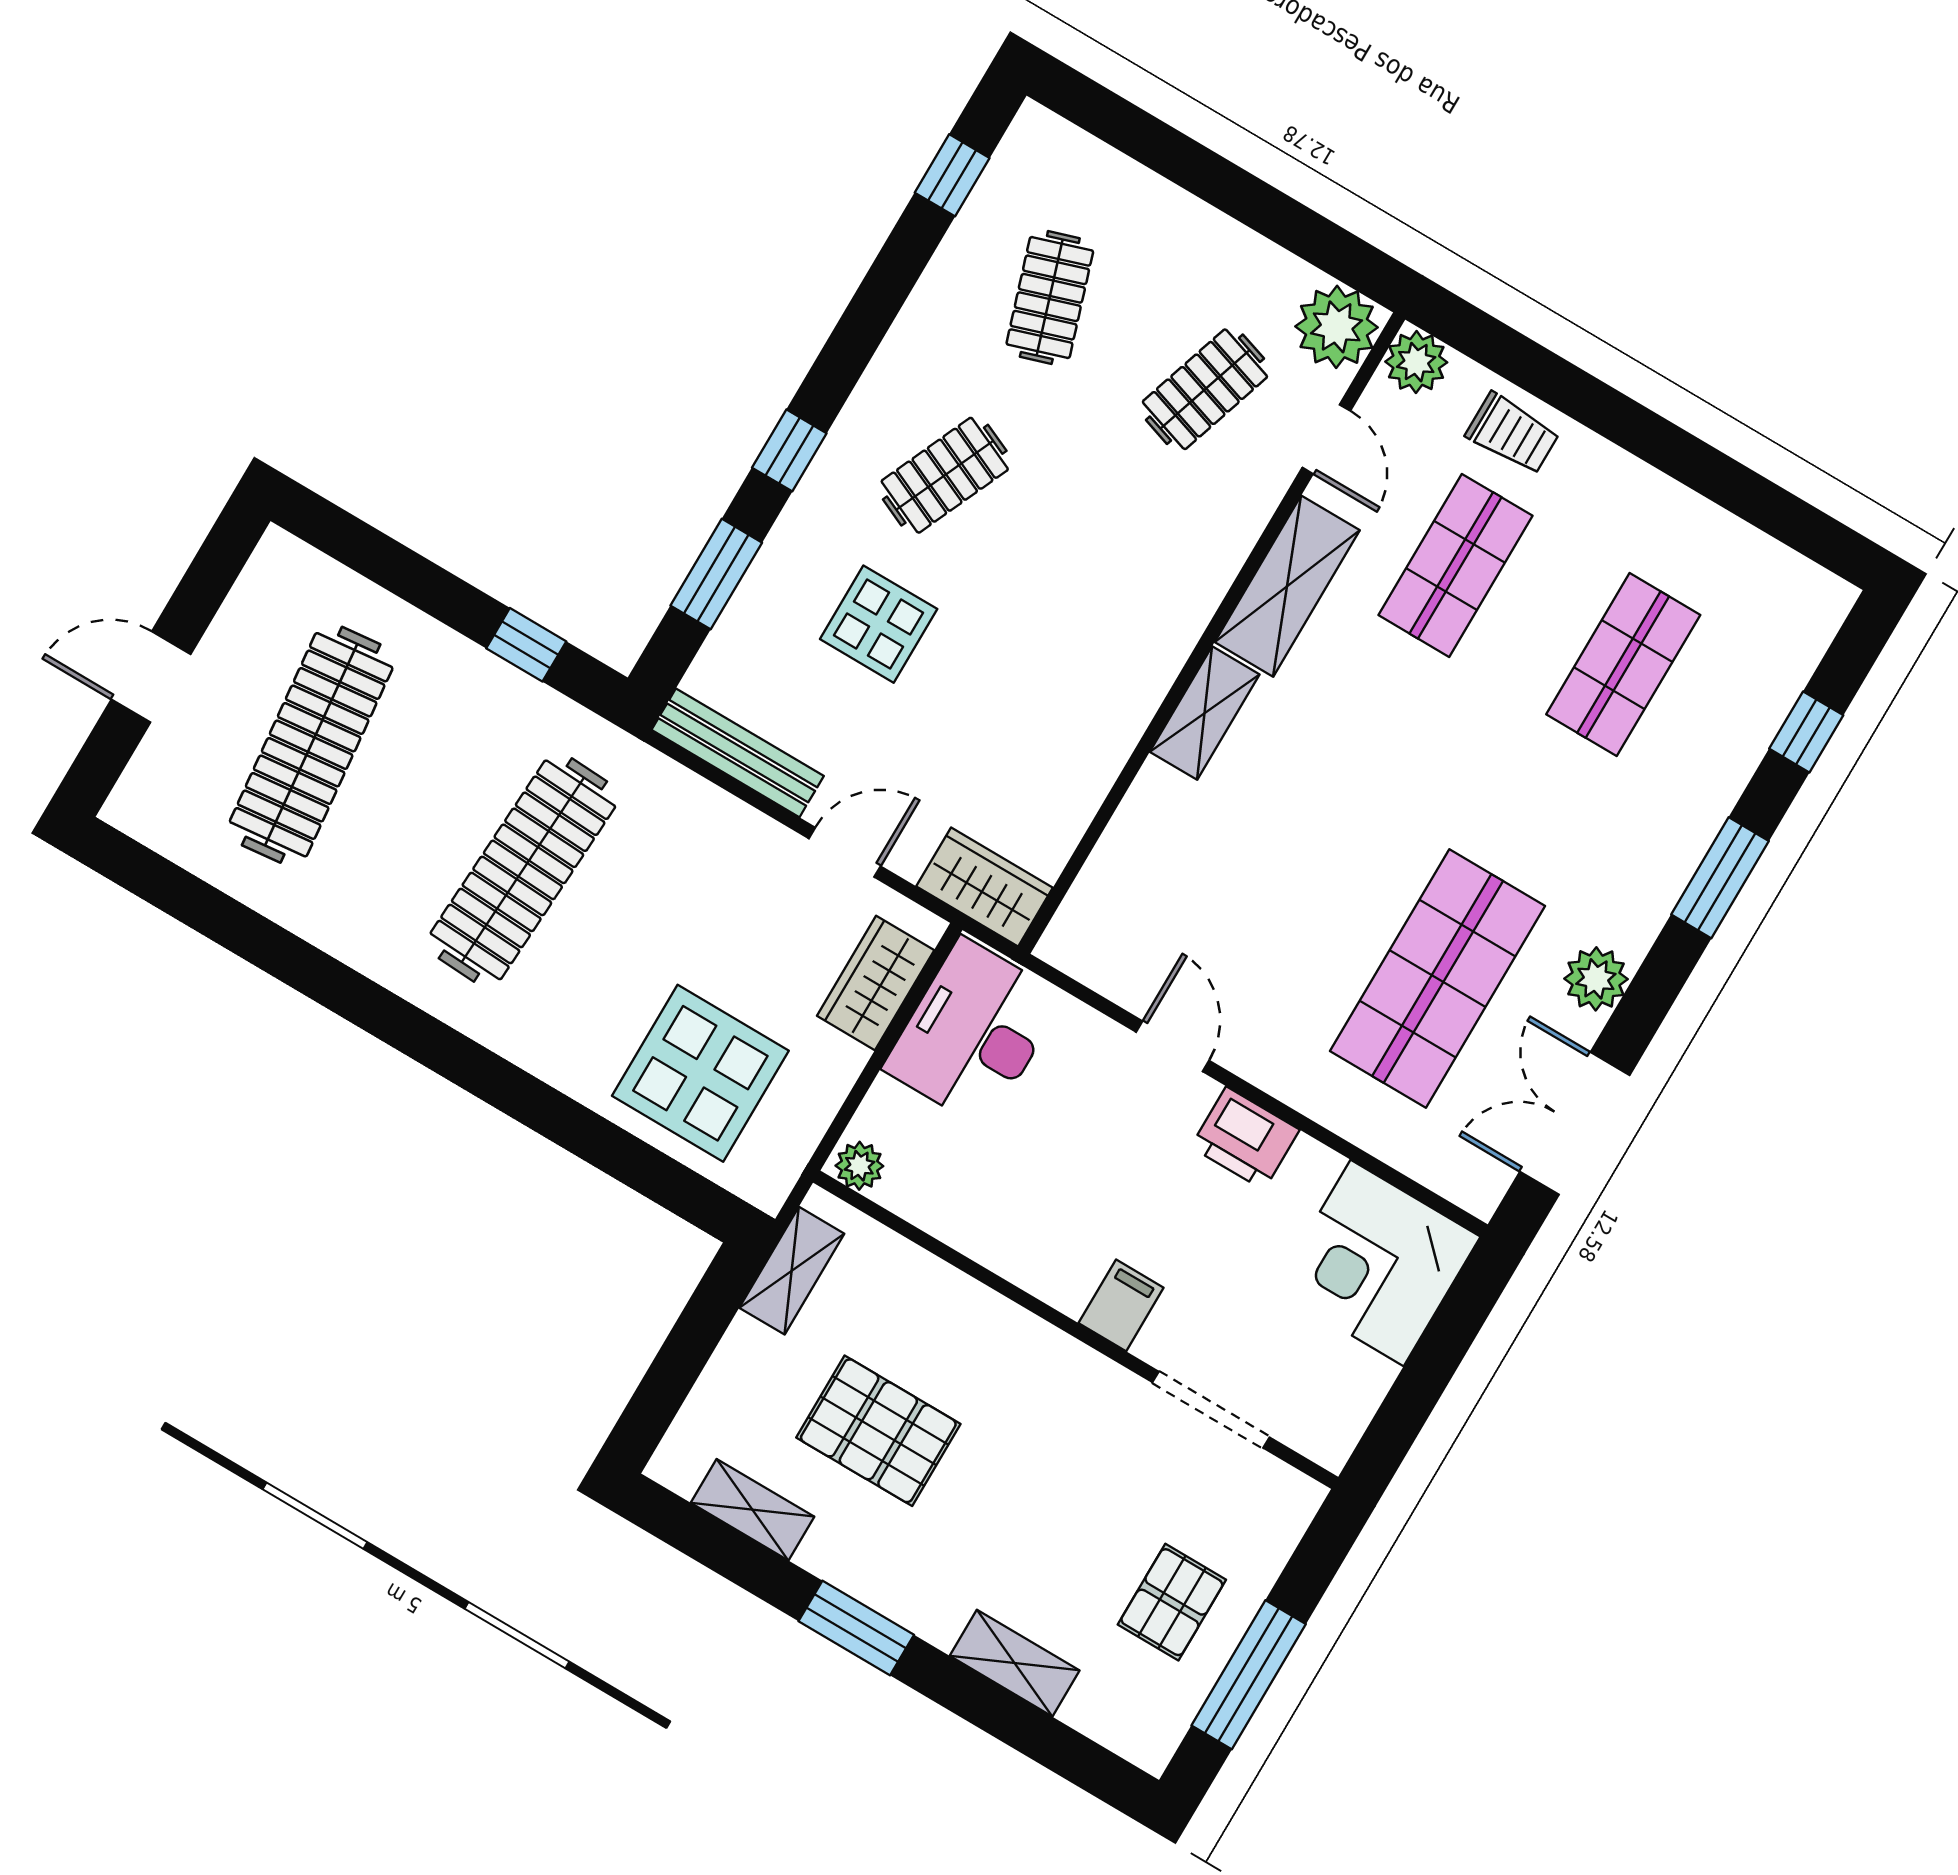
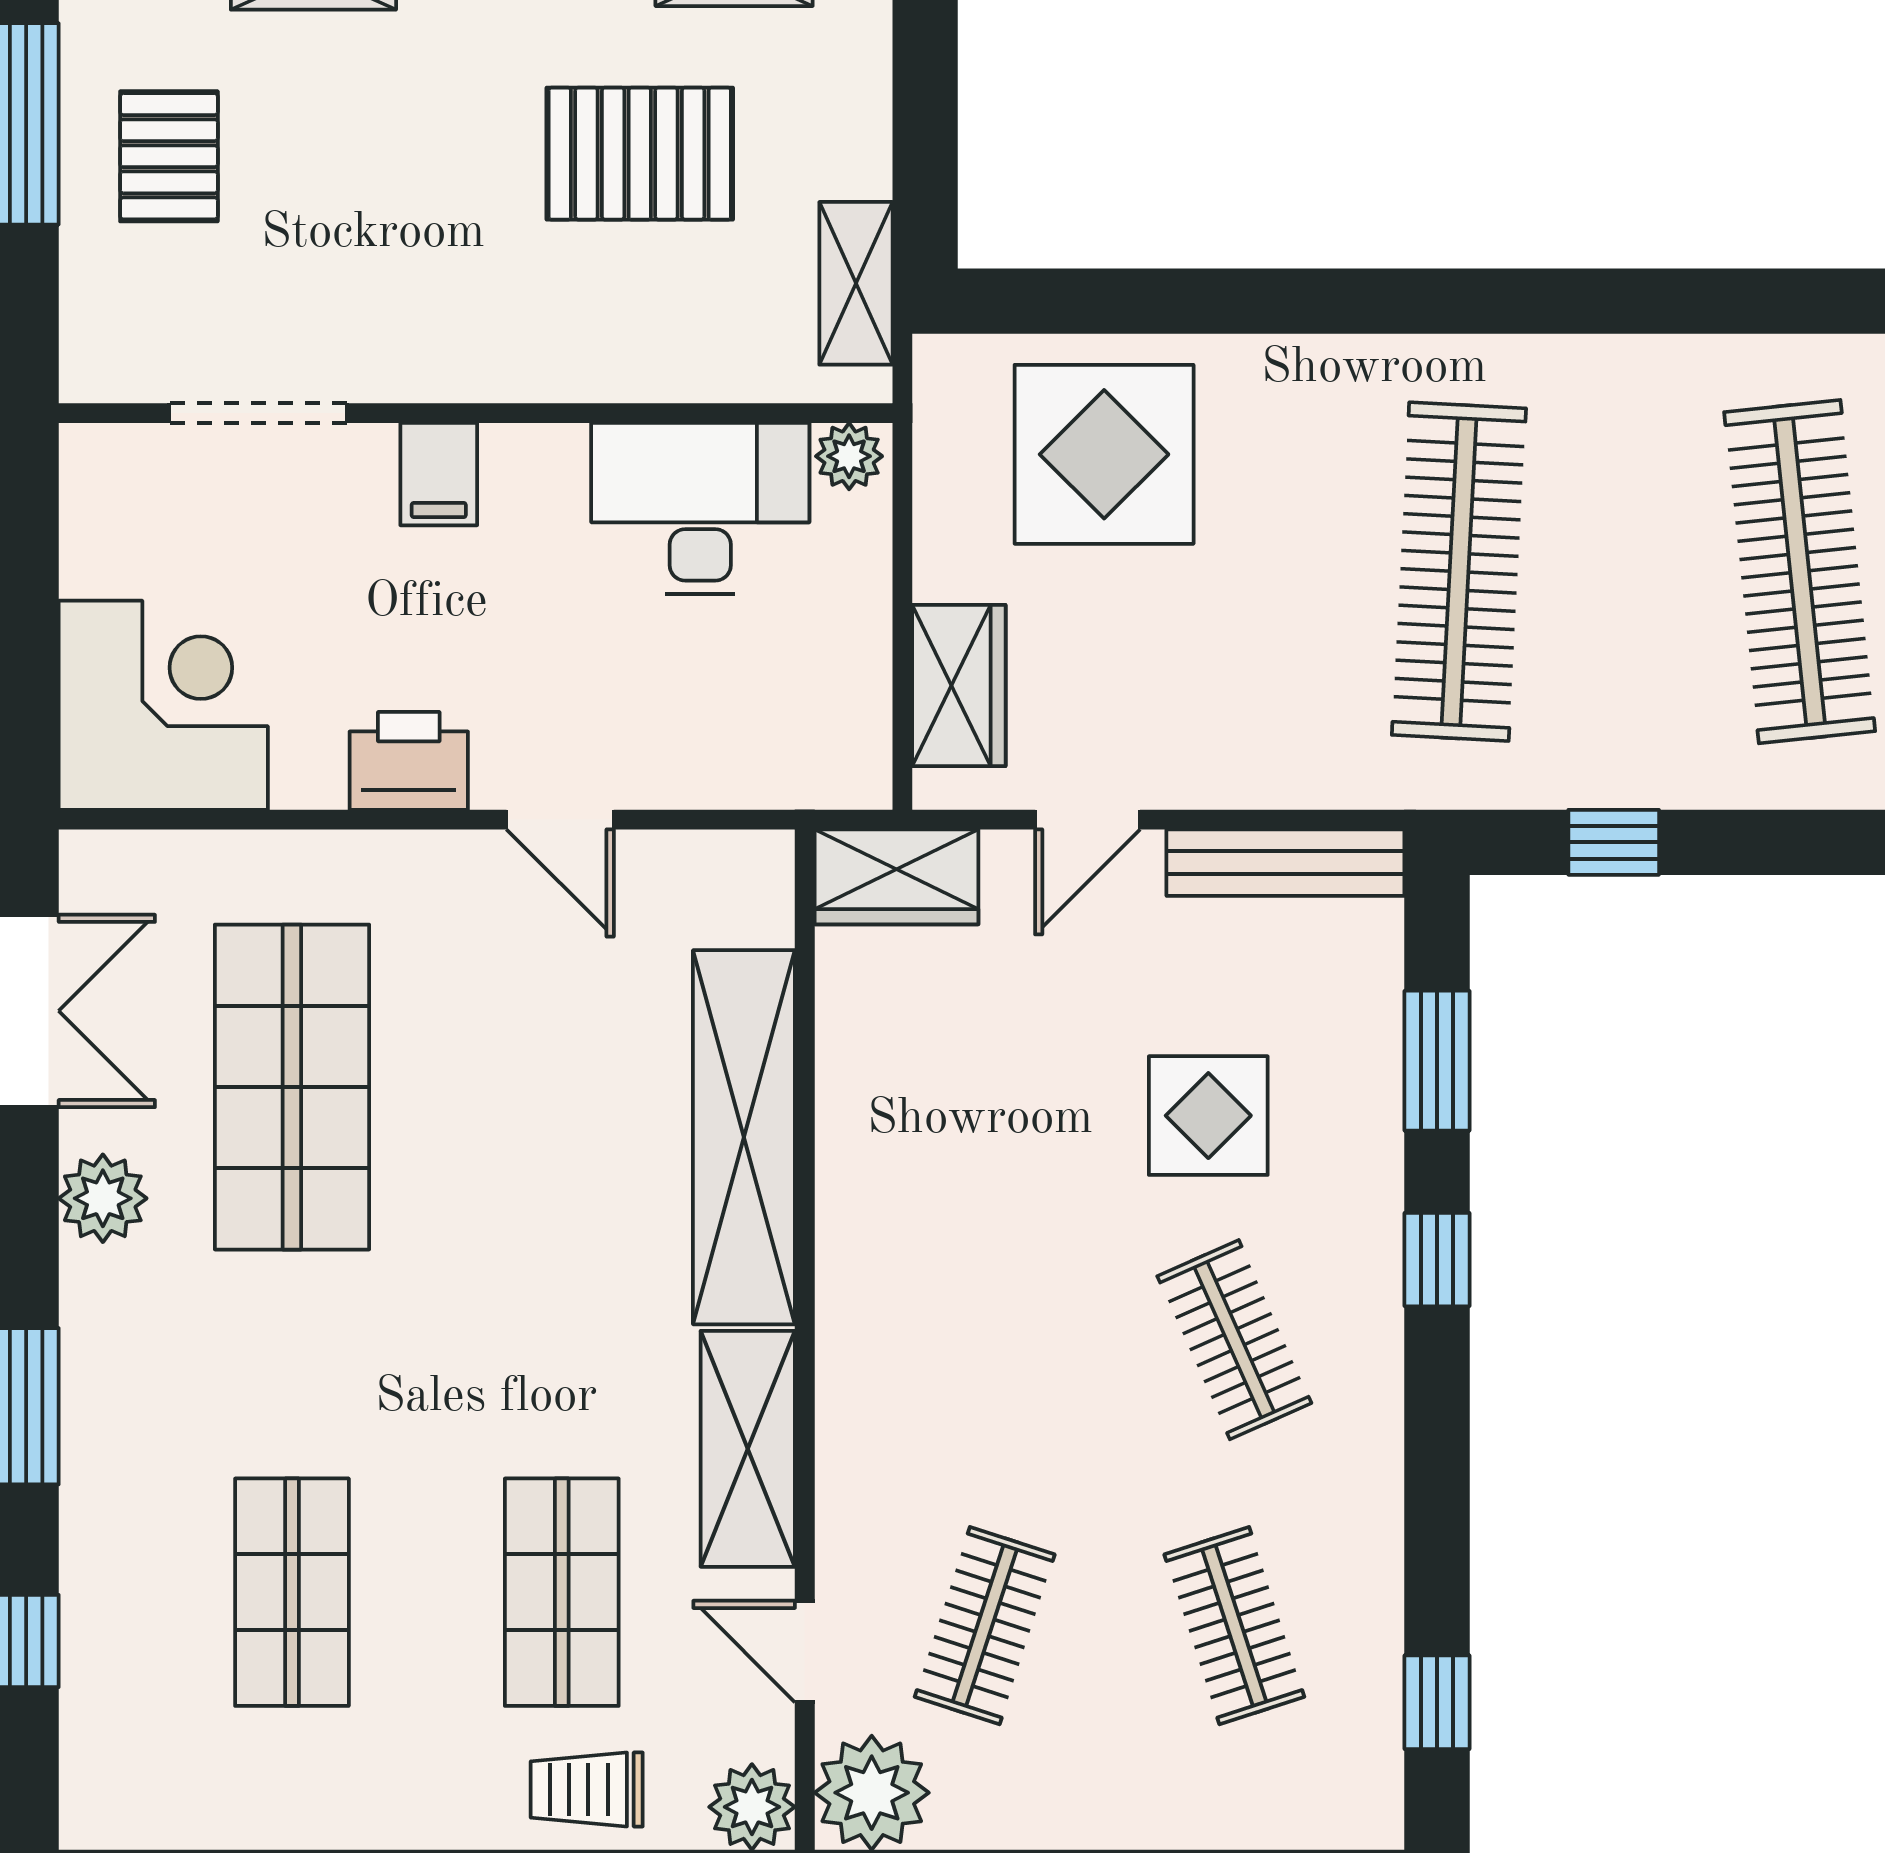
clothes rail: (945, 475) -> (1234, 1340), turned -48
shelving: (1205, 713) -> (744, 1137), width x2.20, depth x1.33
desk: (974, 1033) -> (700, 509), moved, turned -90

